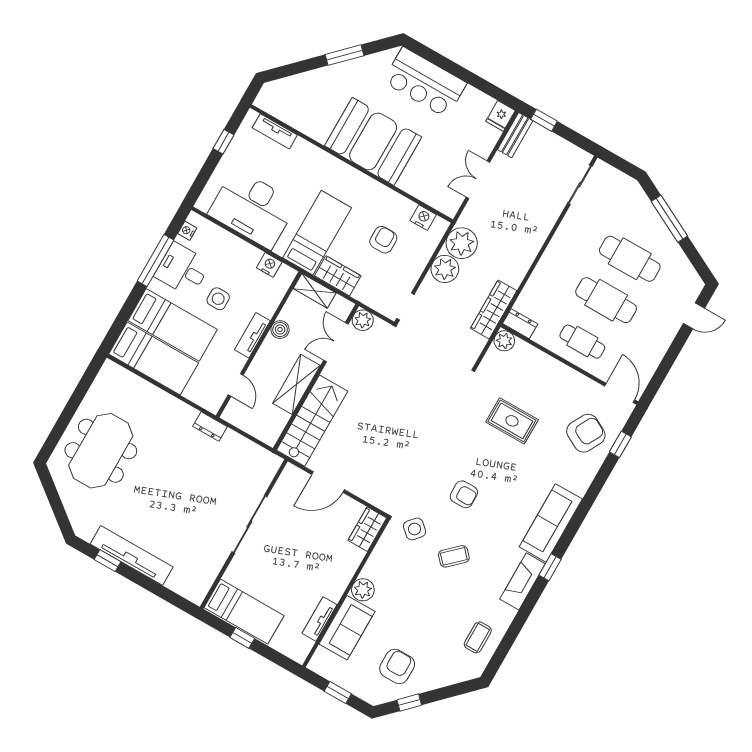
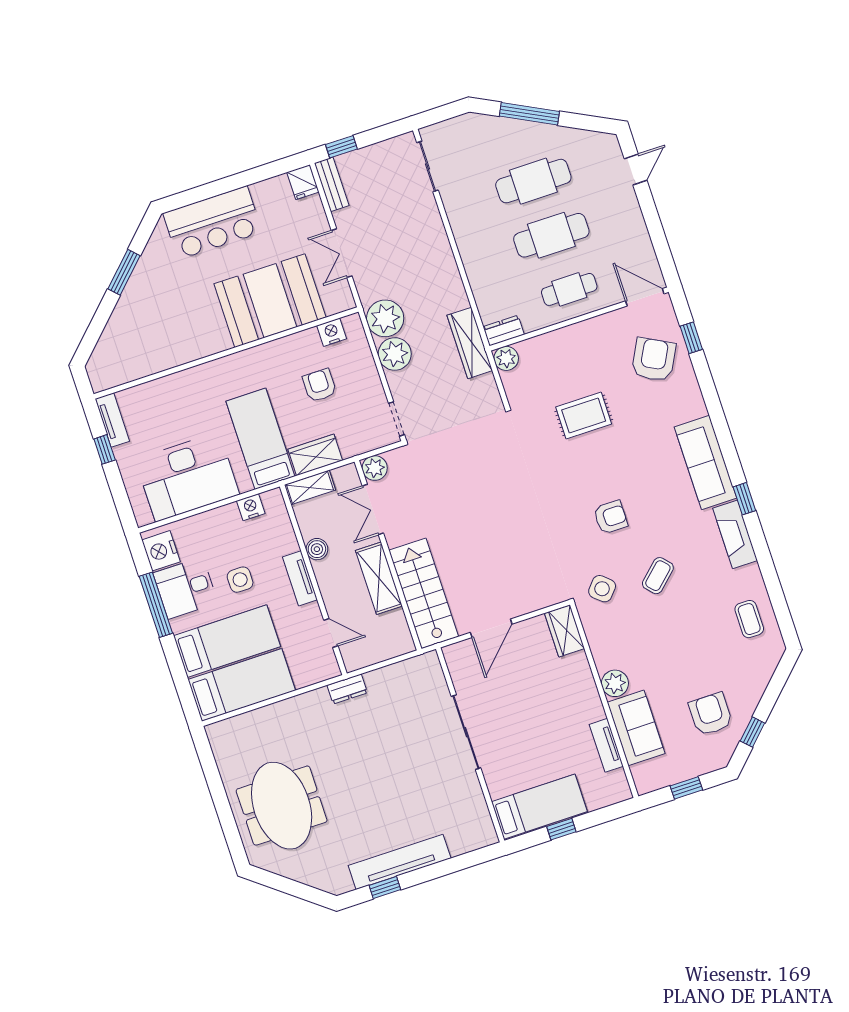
tv unit: (275, 131) -> (112, 420), moved, turned -90
booth: (373, 141) -> (270, 301), moved
nightstand: (187, 231) -> (161, 551), width x1.89, depth x1.79

